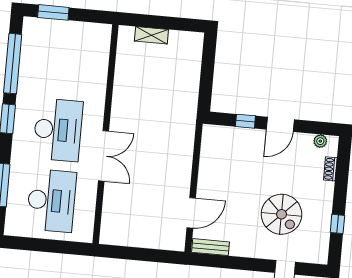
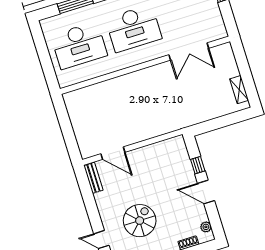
shelving: (151, 35) -> (239, 90), moved
double door: (104, 156) -> (189, 52), moved
spiral stairs: (282, 214) -> (140, 221), turned 180

